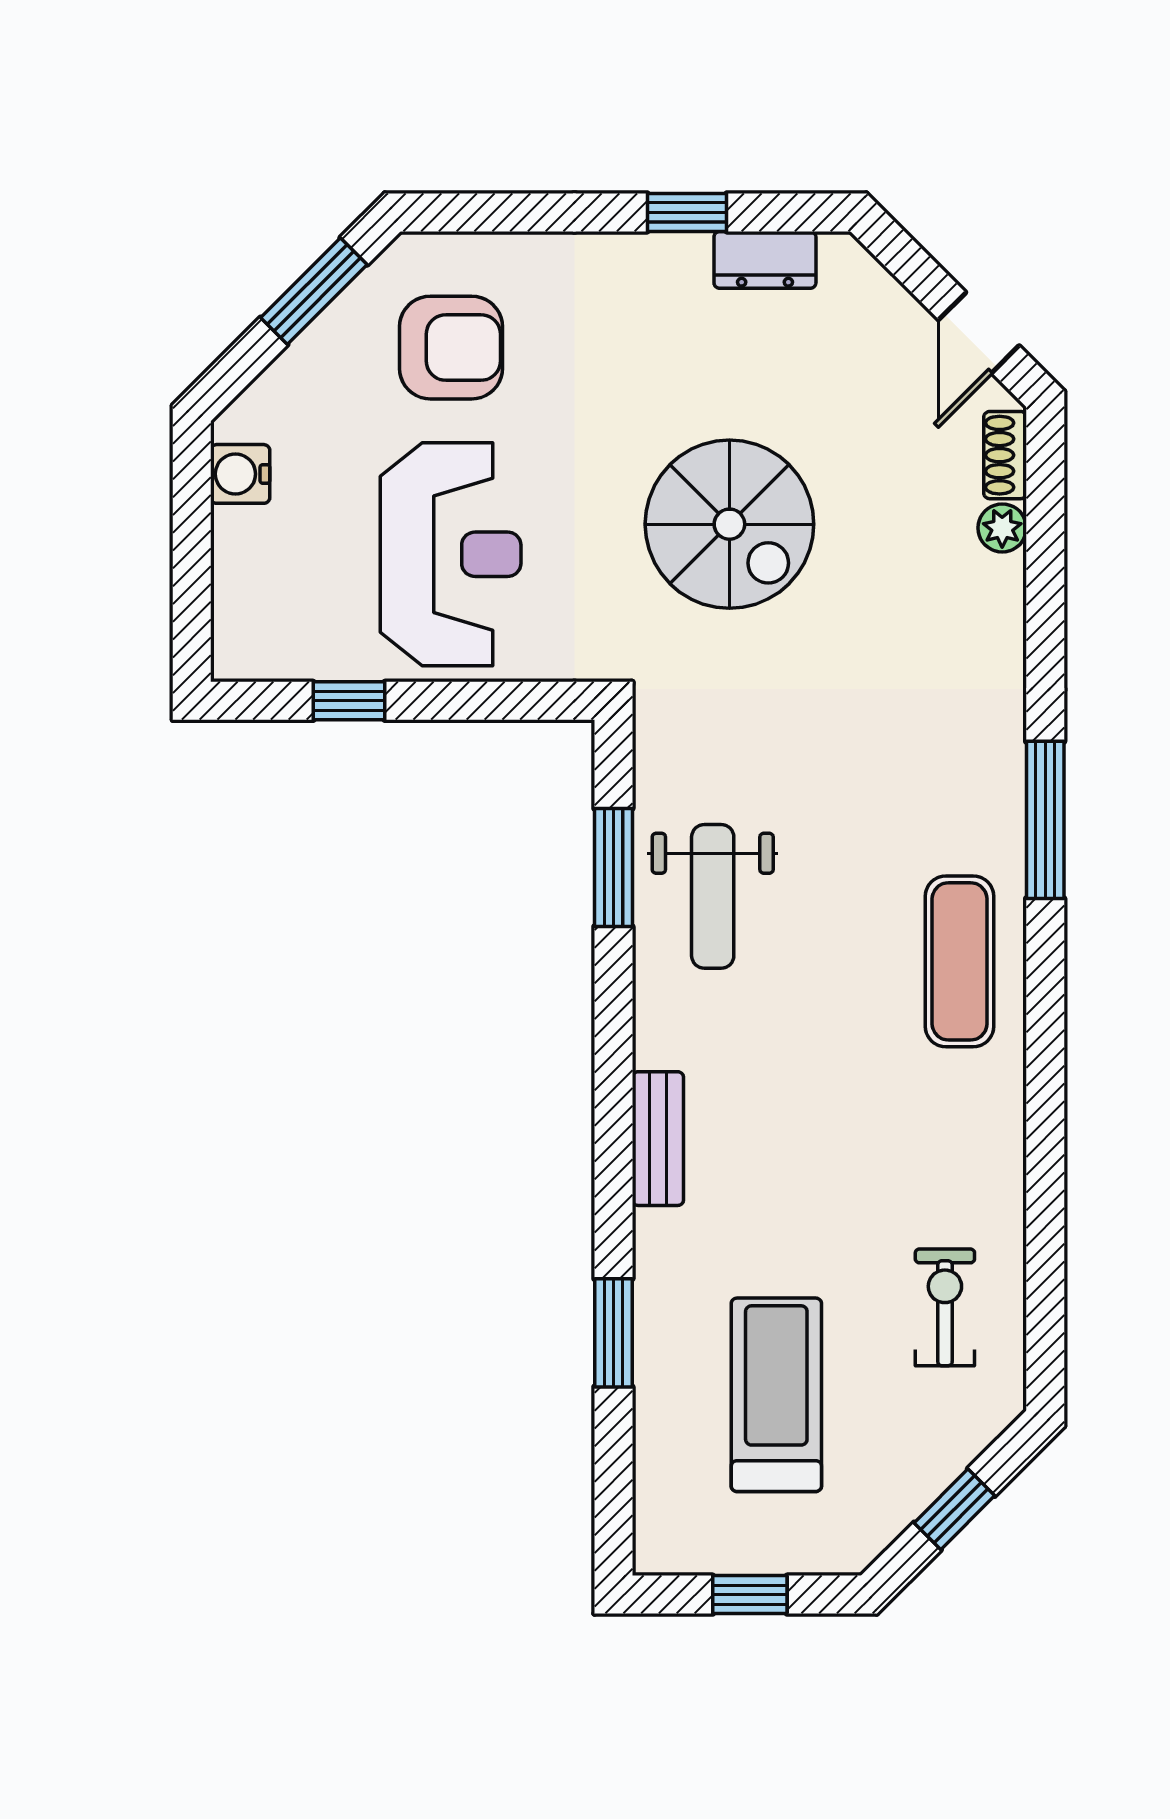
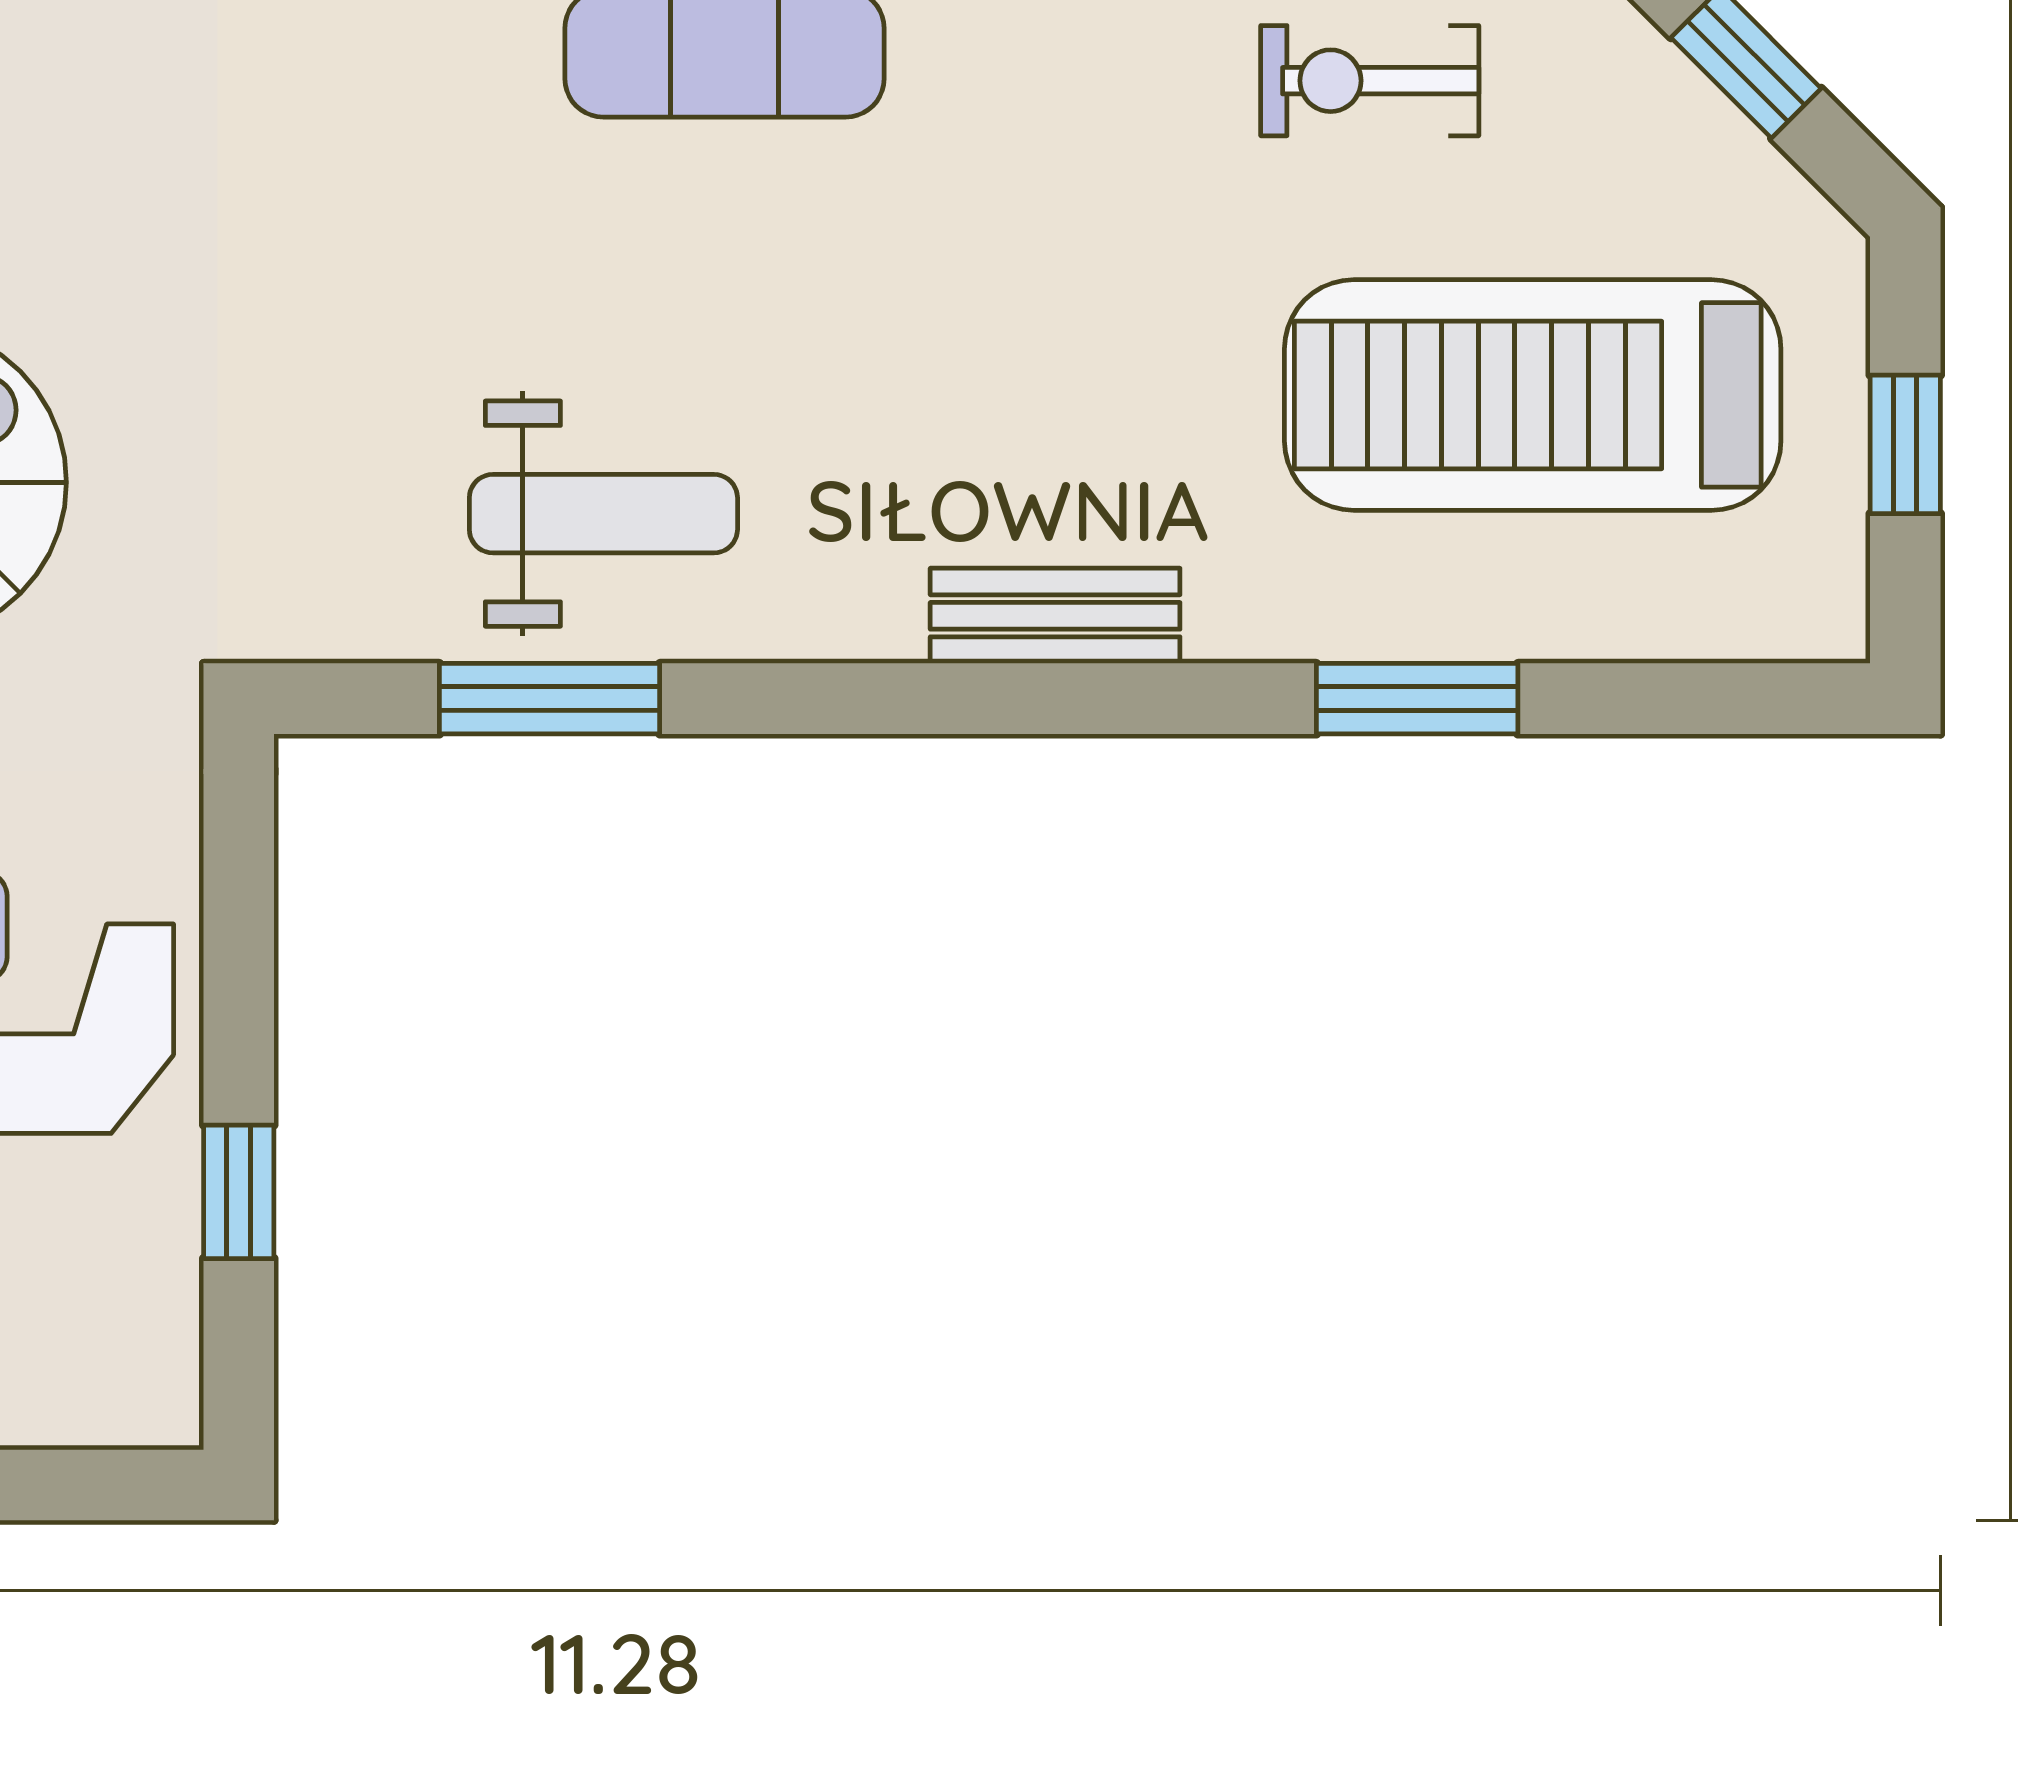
treadmill: (776, 1395) -> (1533, 395), width x1.37, depth x1.38

